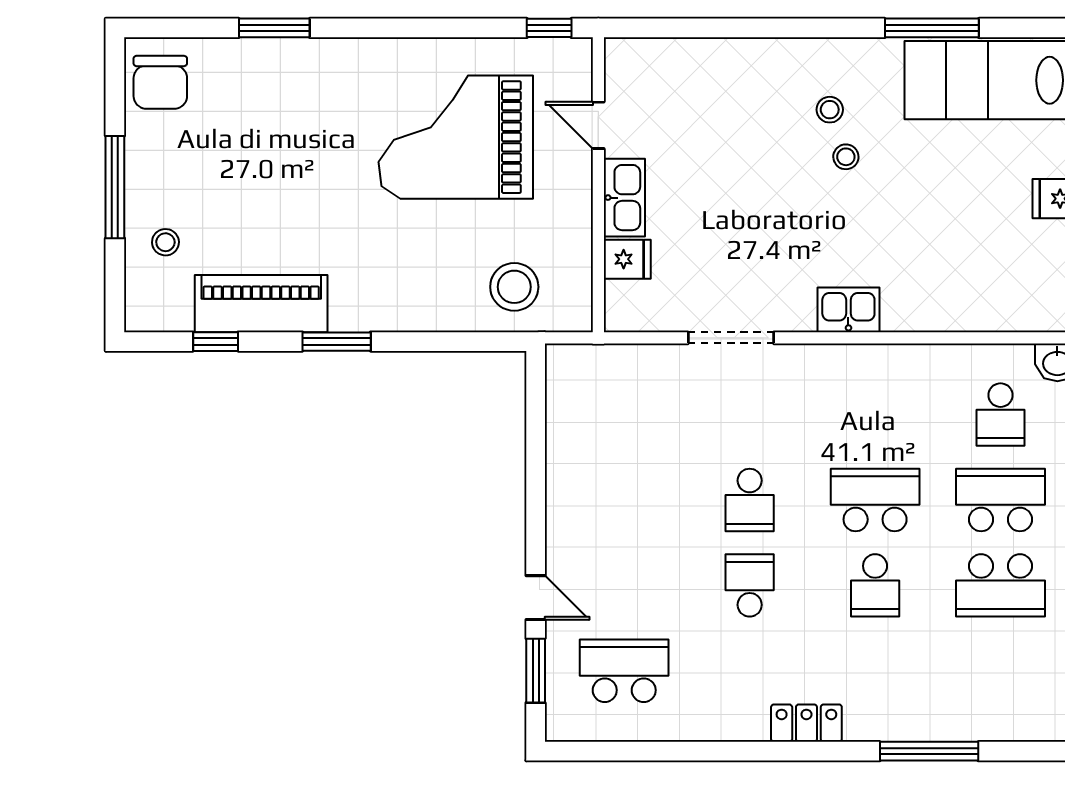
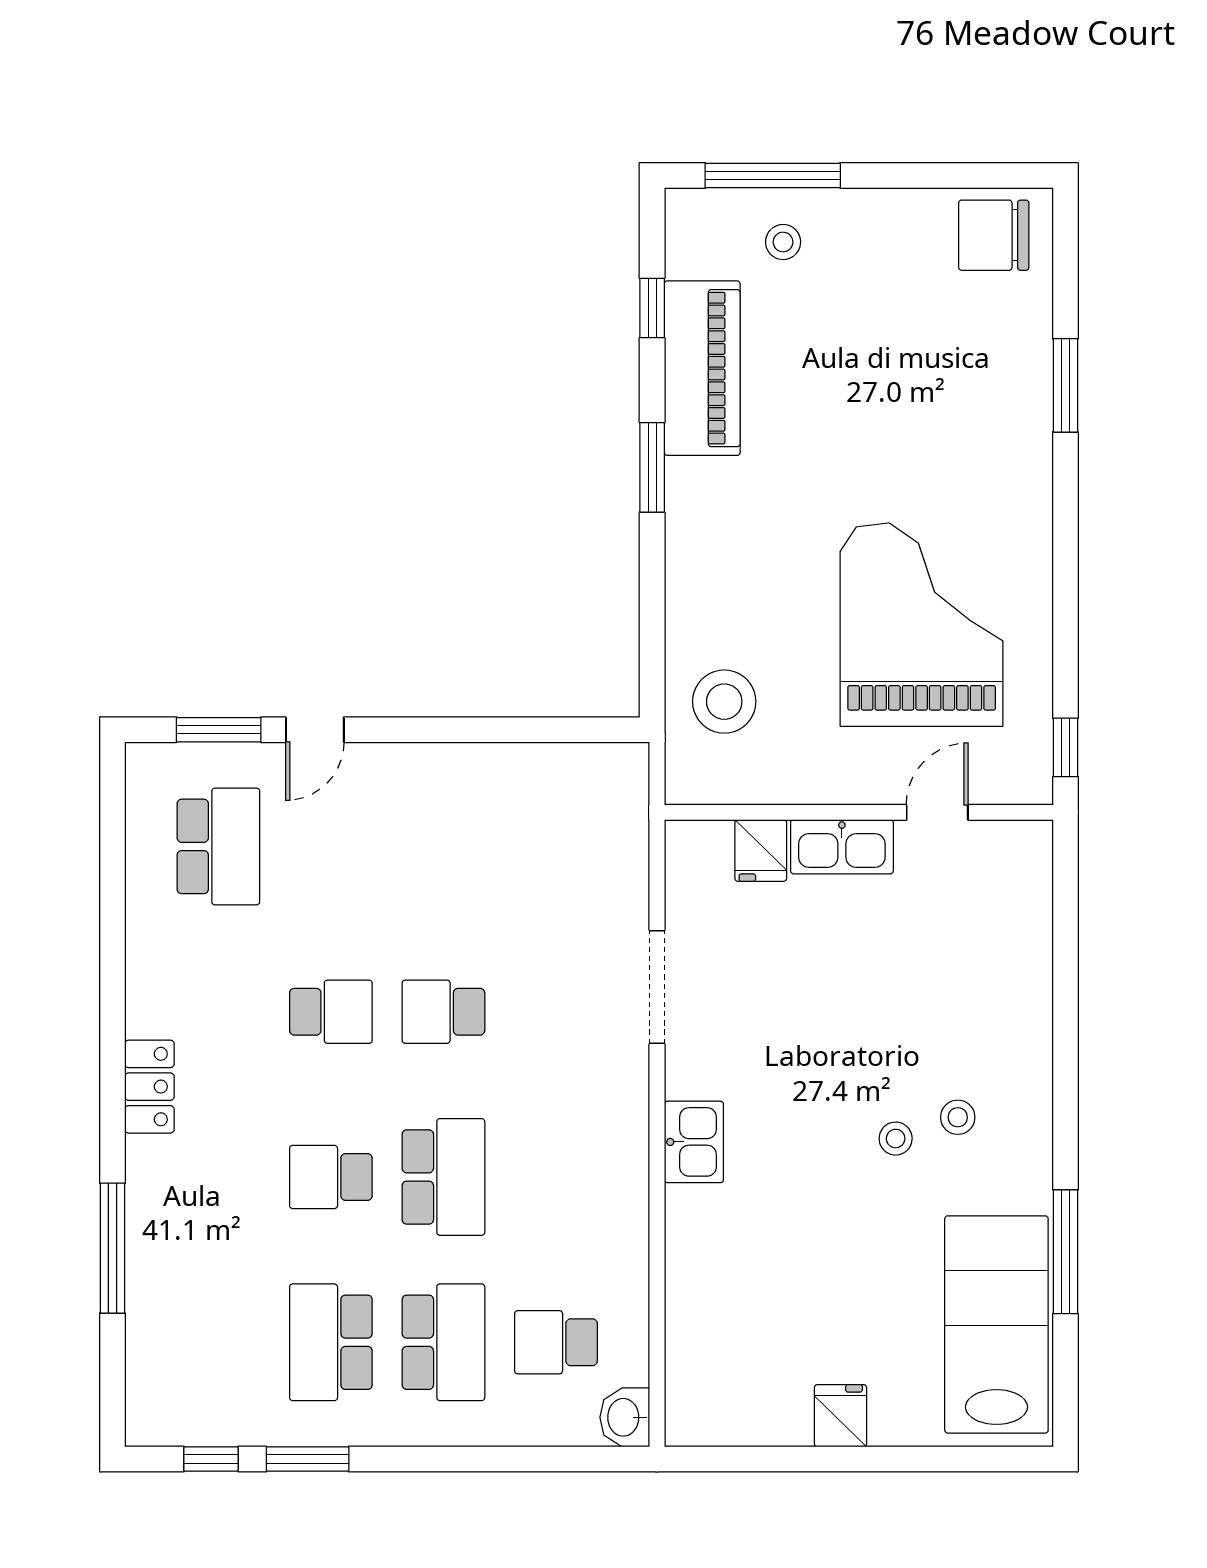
window: (115, 187) -> (773, 175), moved

